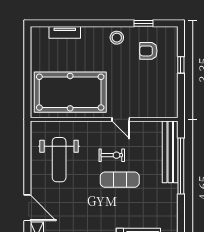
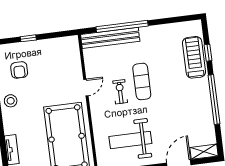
weight bench: (59, 160) -> (130, 140), turned 180

